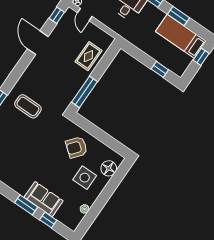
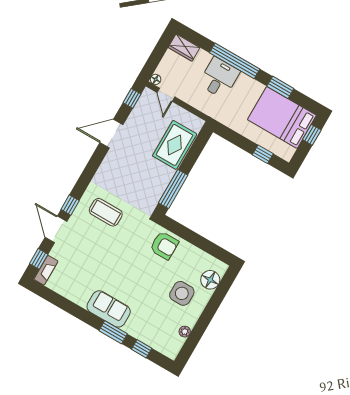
bed: (181, 36) -> (282, 117), width x1.50
door: (38, 43) -> (111, 134), hinge flipped
rug: (88, 56) -> (175, 145), width x1.36, depth x1.43
armchair: (76, 147) -> (164, 245), moved, turned -129
sofa: (44, 199) -> (109, 309), moved

